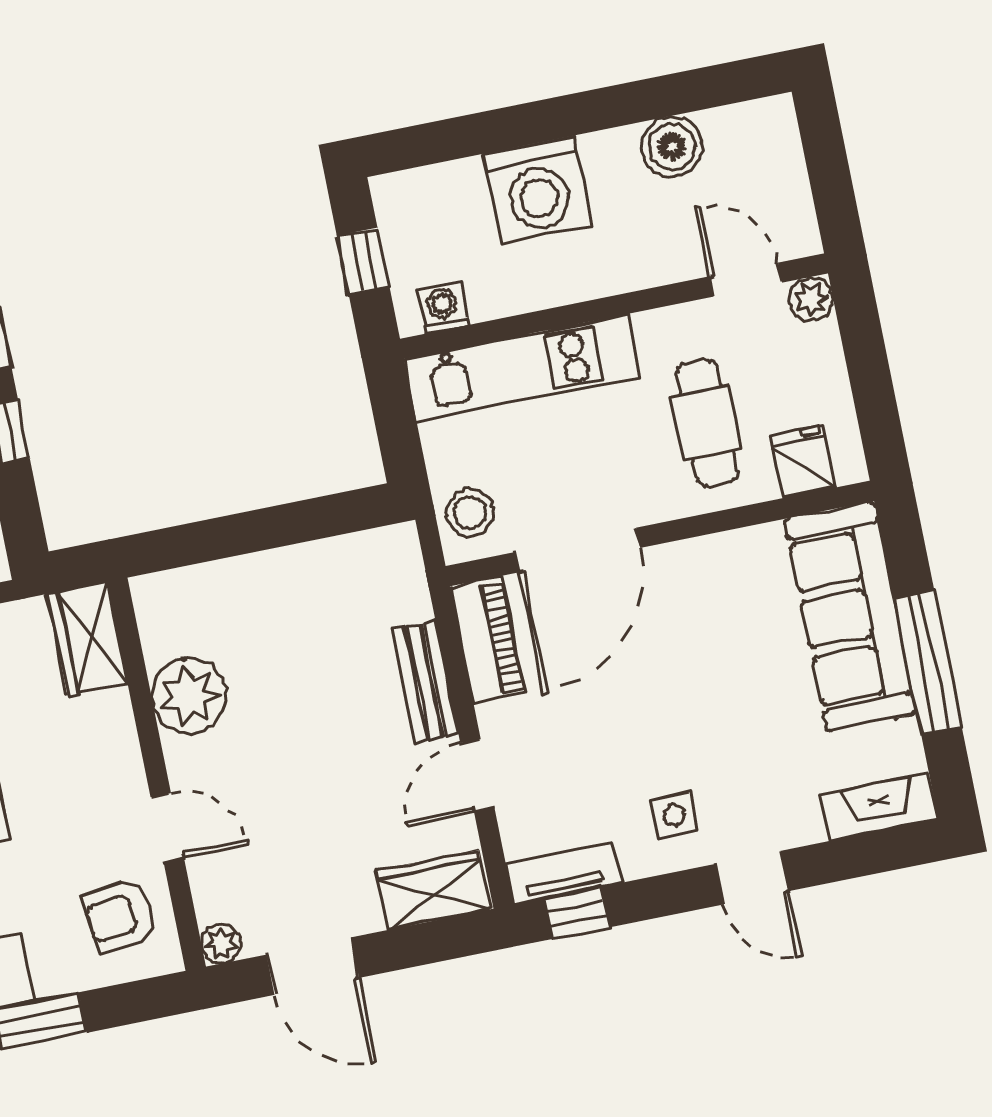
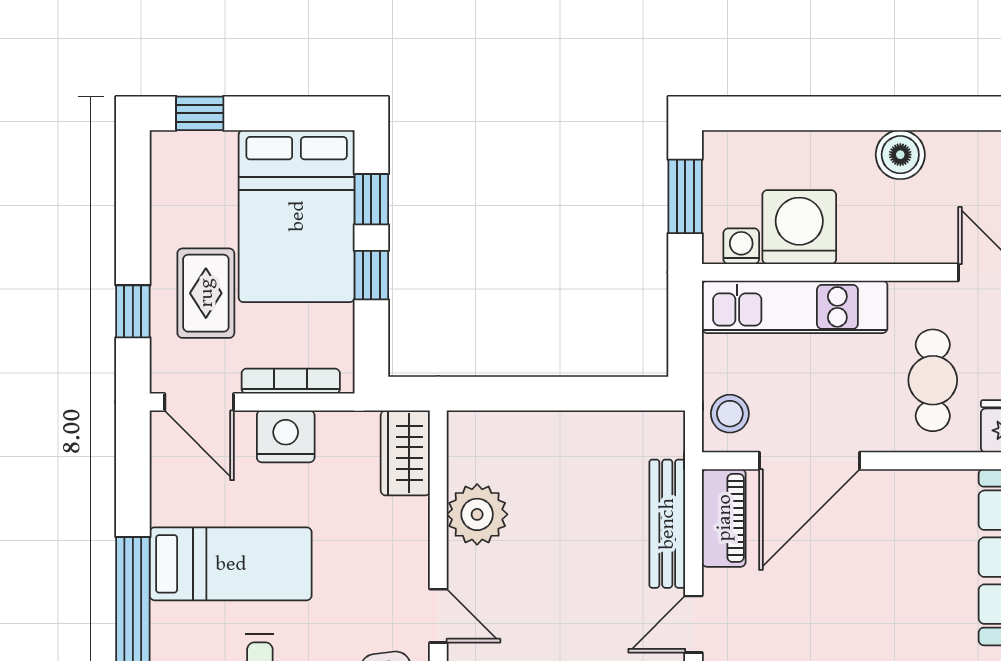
boiler: (672, 147) -> (900, 155), moved
washing machine: (537, 189) -> (799, 227), moved, turned 180
window: (363, 261) -> (685, 196), width x1.50
bench: (425, 681) -> (667, 524), width x1.36

